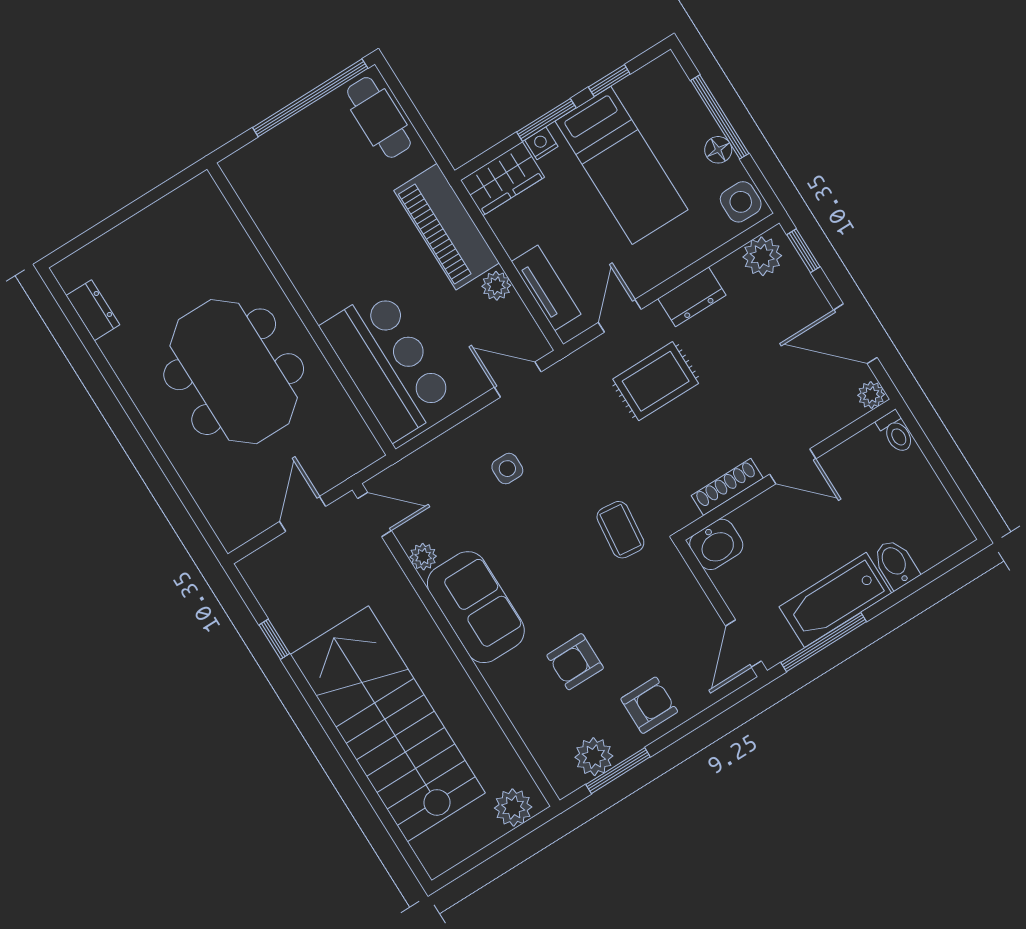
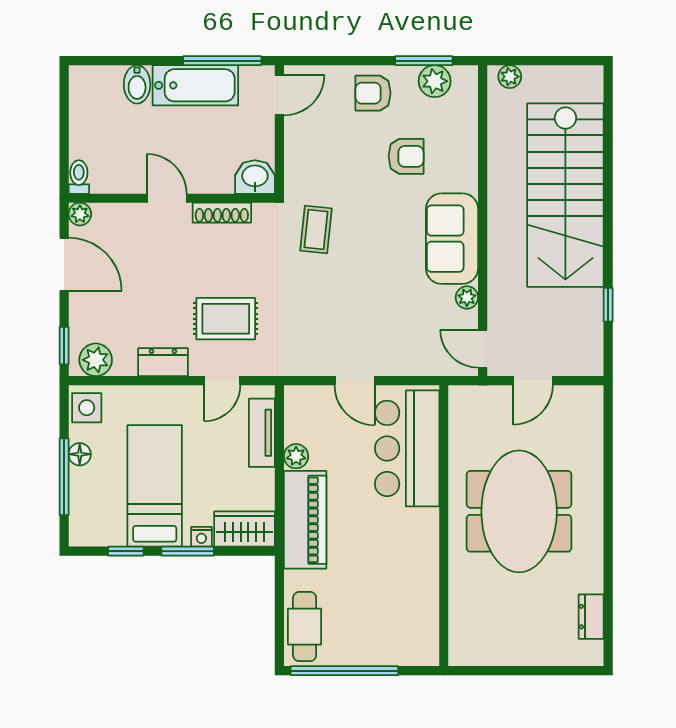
door: (518, 380) -> (355, 381), moved
side table: (507, 469) -> (369, 322), removed
plant: (513, 808) -> (510, 77), width x0.73, depth x0.73

